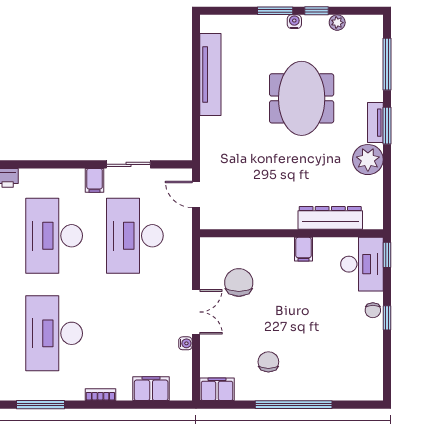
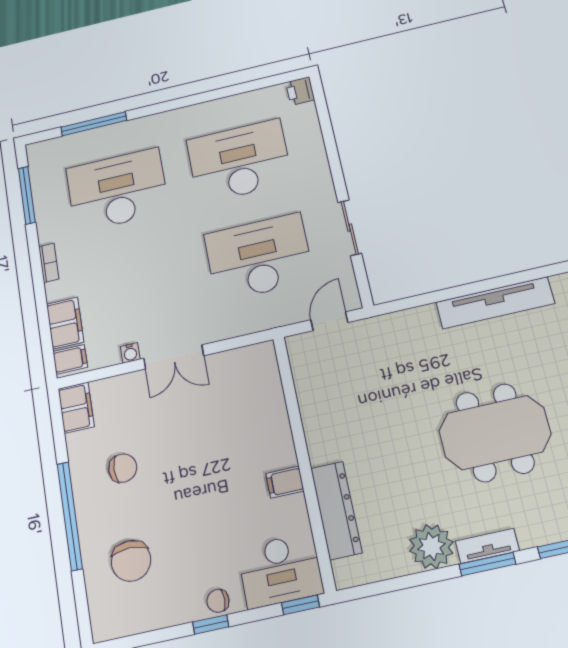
filing cabinet: (95, 180) -> (70, 359), moved, turned 180
chair: (239, 283) -> (131, 561), moved, turned 90

